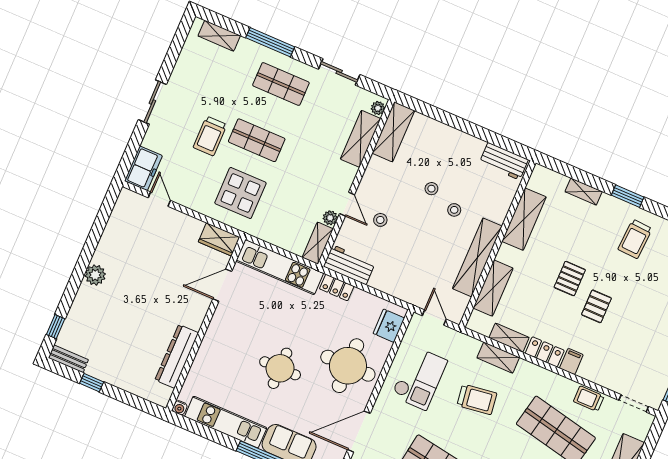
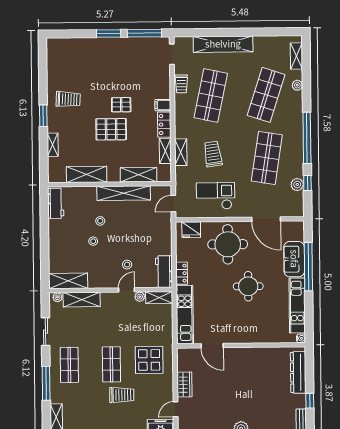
wardrobe: (219, 239) -> (184, 385), moved
pallet: (570, 279) -> (111, 129), width x1.50, depth x1.42
dresser: (177, 356) -> (298, 372), moved, turned 90

